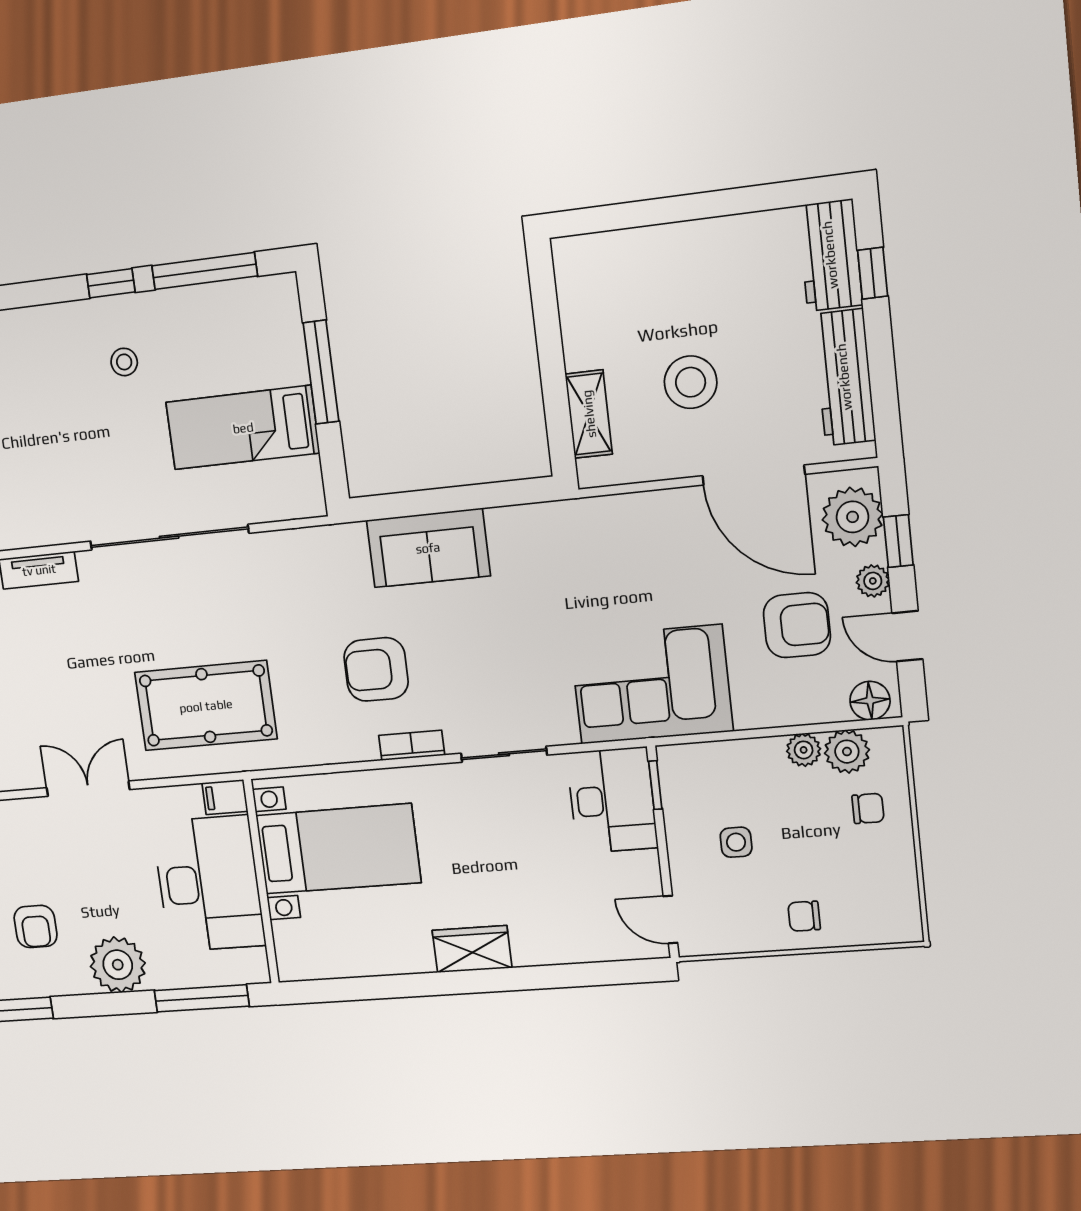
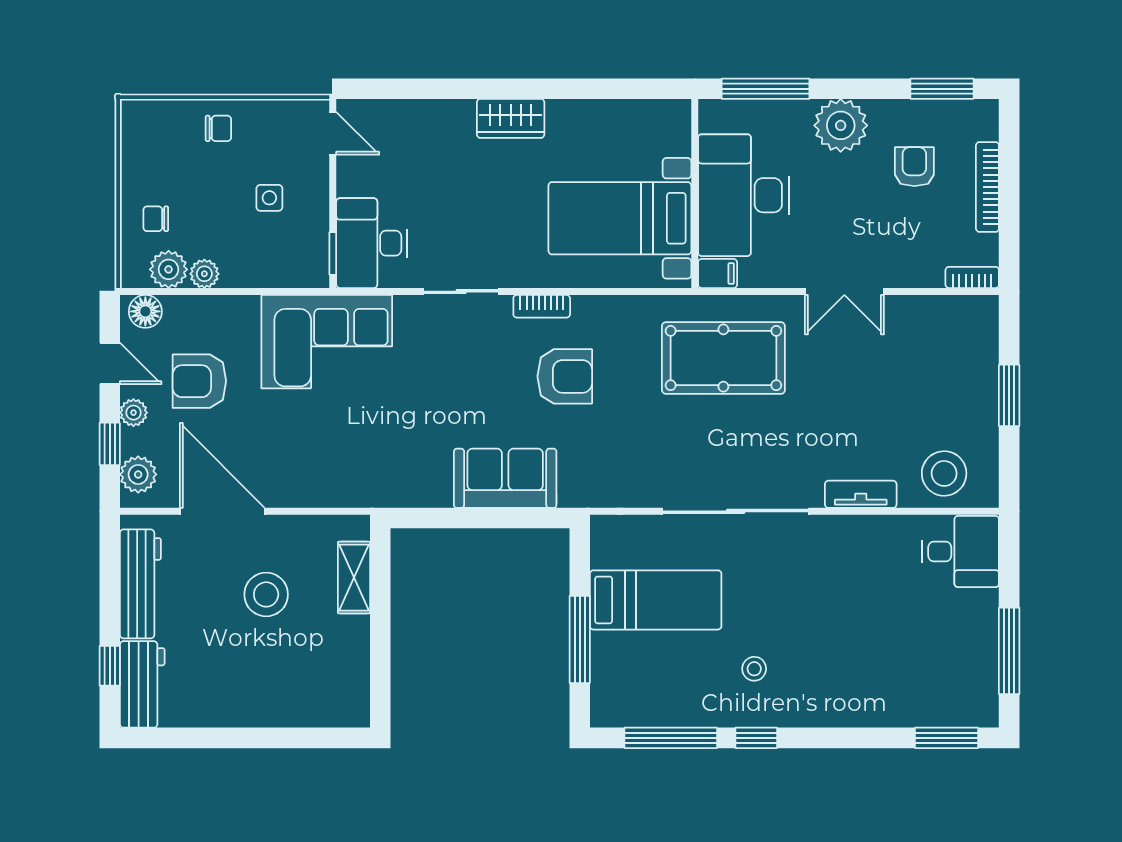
plant: (853, 517) -> (138, 474), width x0.73, depth x0.73

